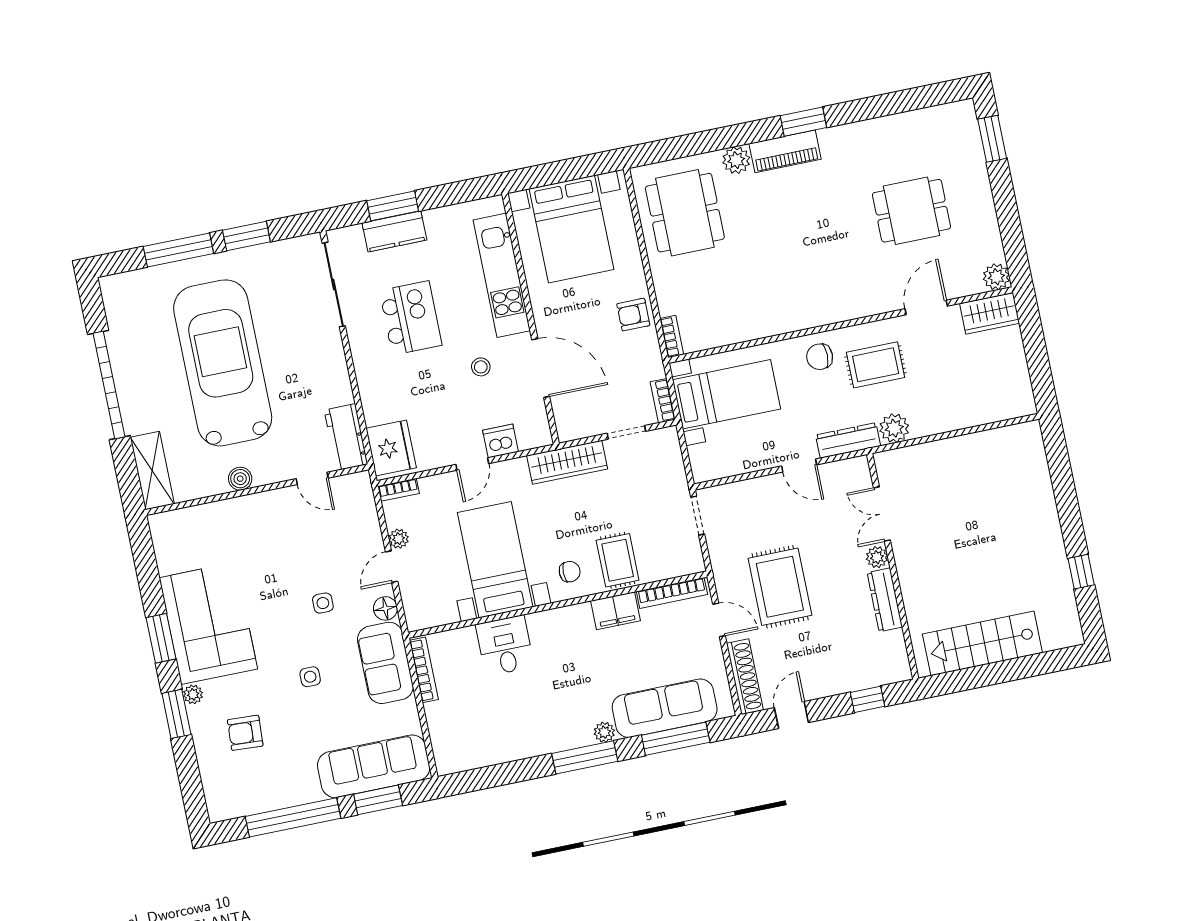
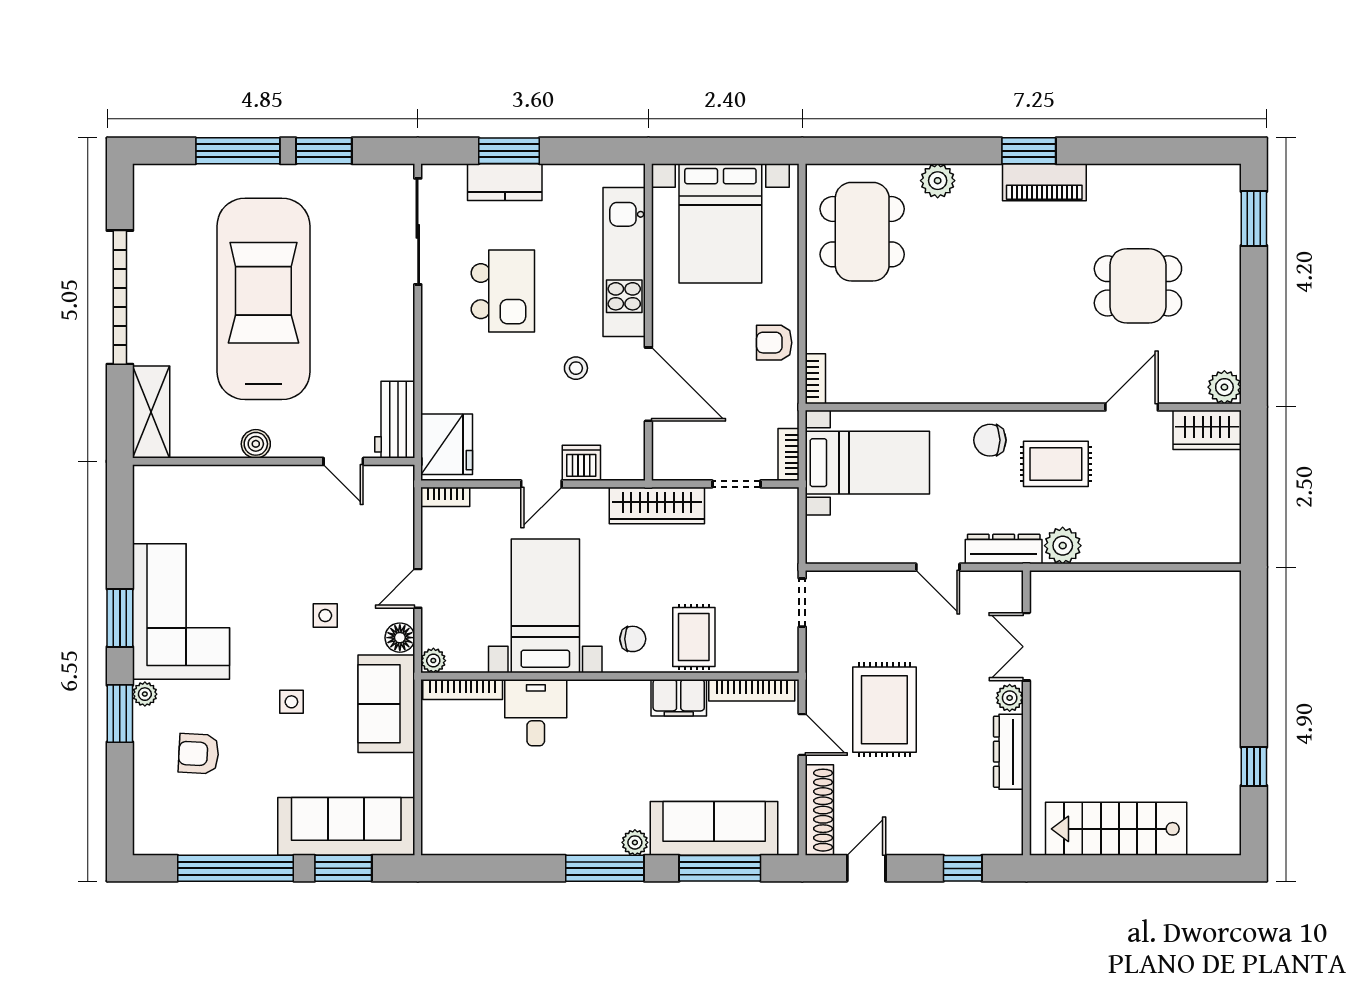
piano: (785, 151) -> (1044, 182), moved
plant: (399, 539) -> (433, 661), moved
bookcase: (424, 670) -> (463, 689), moved, turned 90

